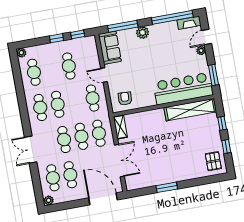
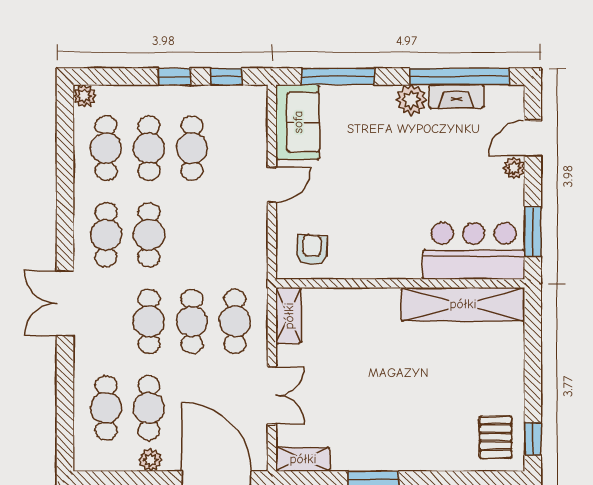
fireplace: (189, 23) -> (456, 96), moved
plant: (143, 33) -> (411, 100), moved
door: (104, 75) -> (272, 185), swing flipped
bar counter: (183, 89) -> (474, 251), width x0.73
cafe table: (93, 98) -> (149, 148), moved
window: (222, 123) -> (533, 351), removed
window: (226, 146) -> (533, 439), moved
double door: (31, 150) -> (65, 303), moved
double door: (119, 161) -> (272, 395), width x0.73
shelving: (137, 184) -> (303, 459), added
plant: (49, 200) -> (150, 460), moved

